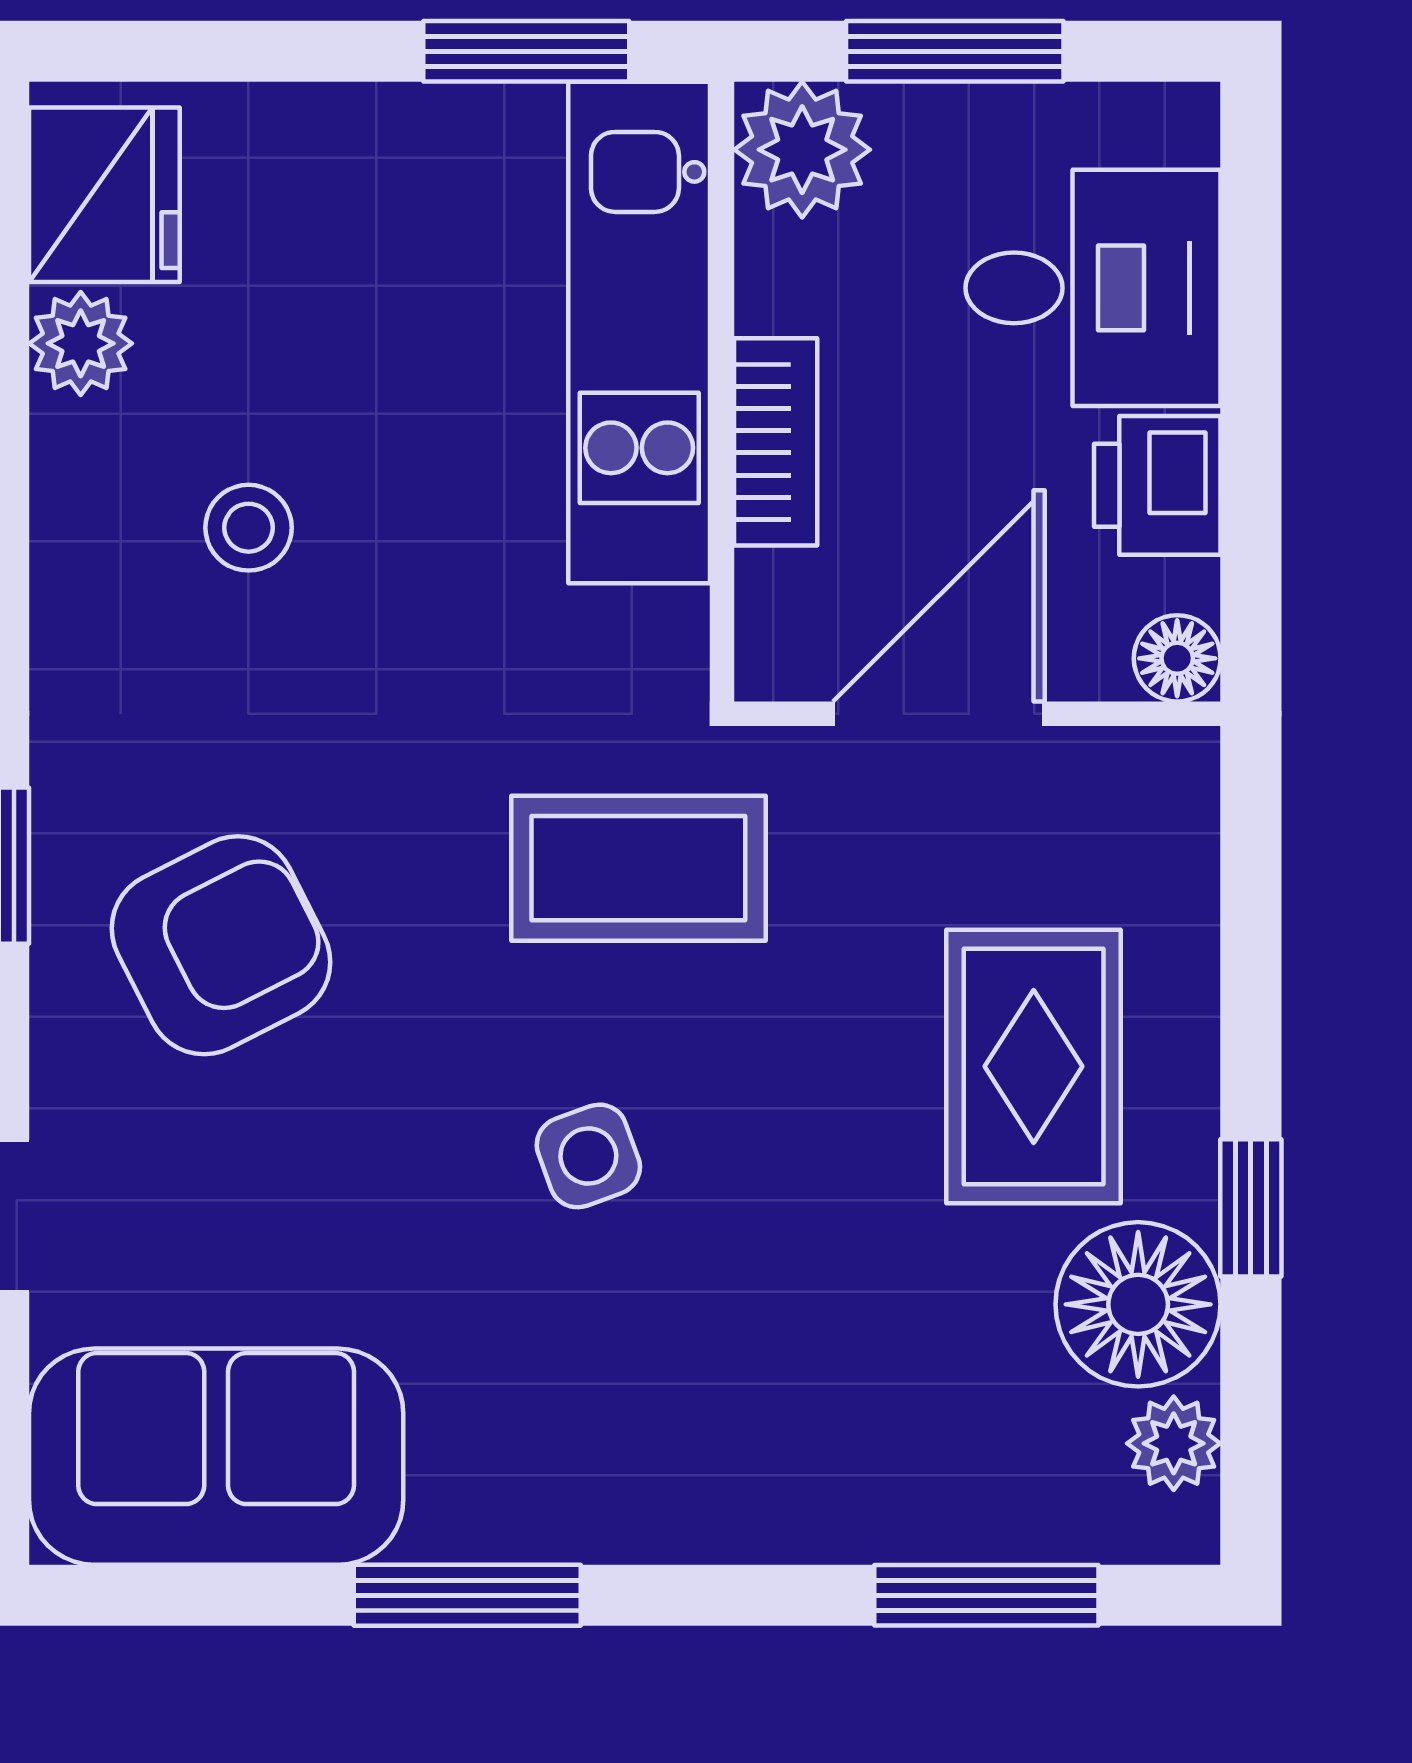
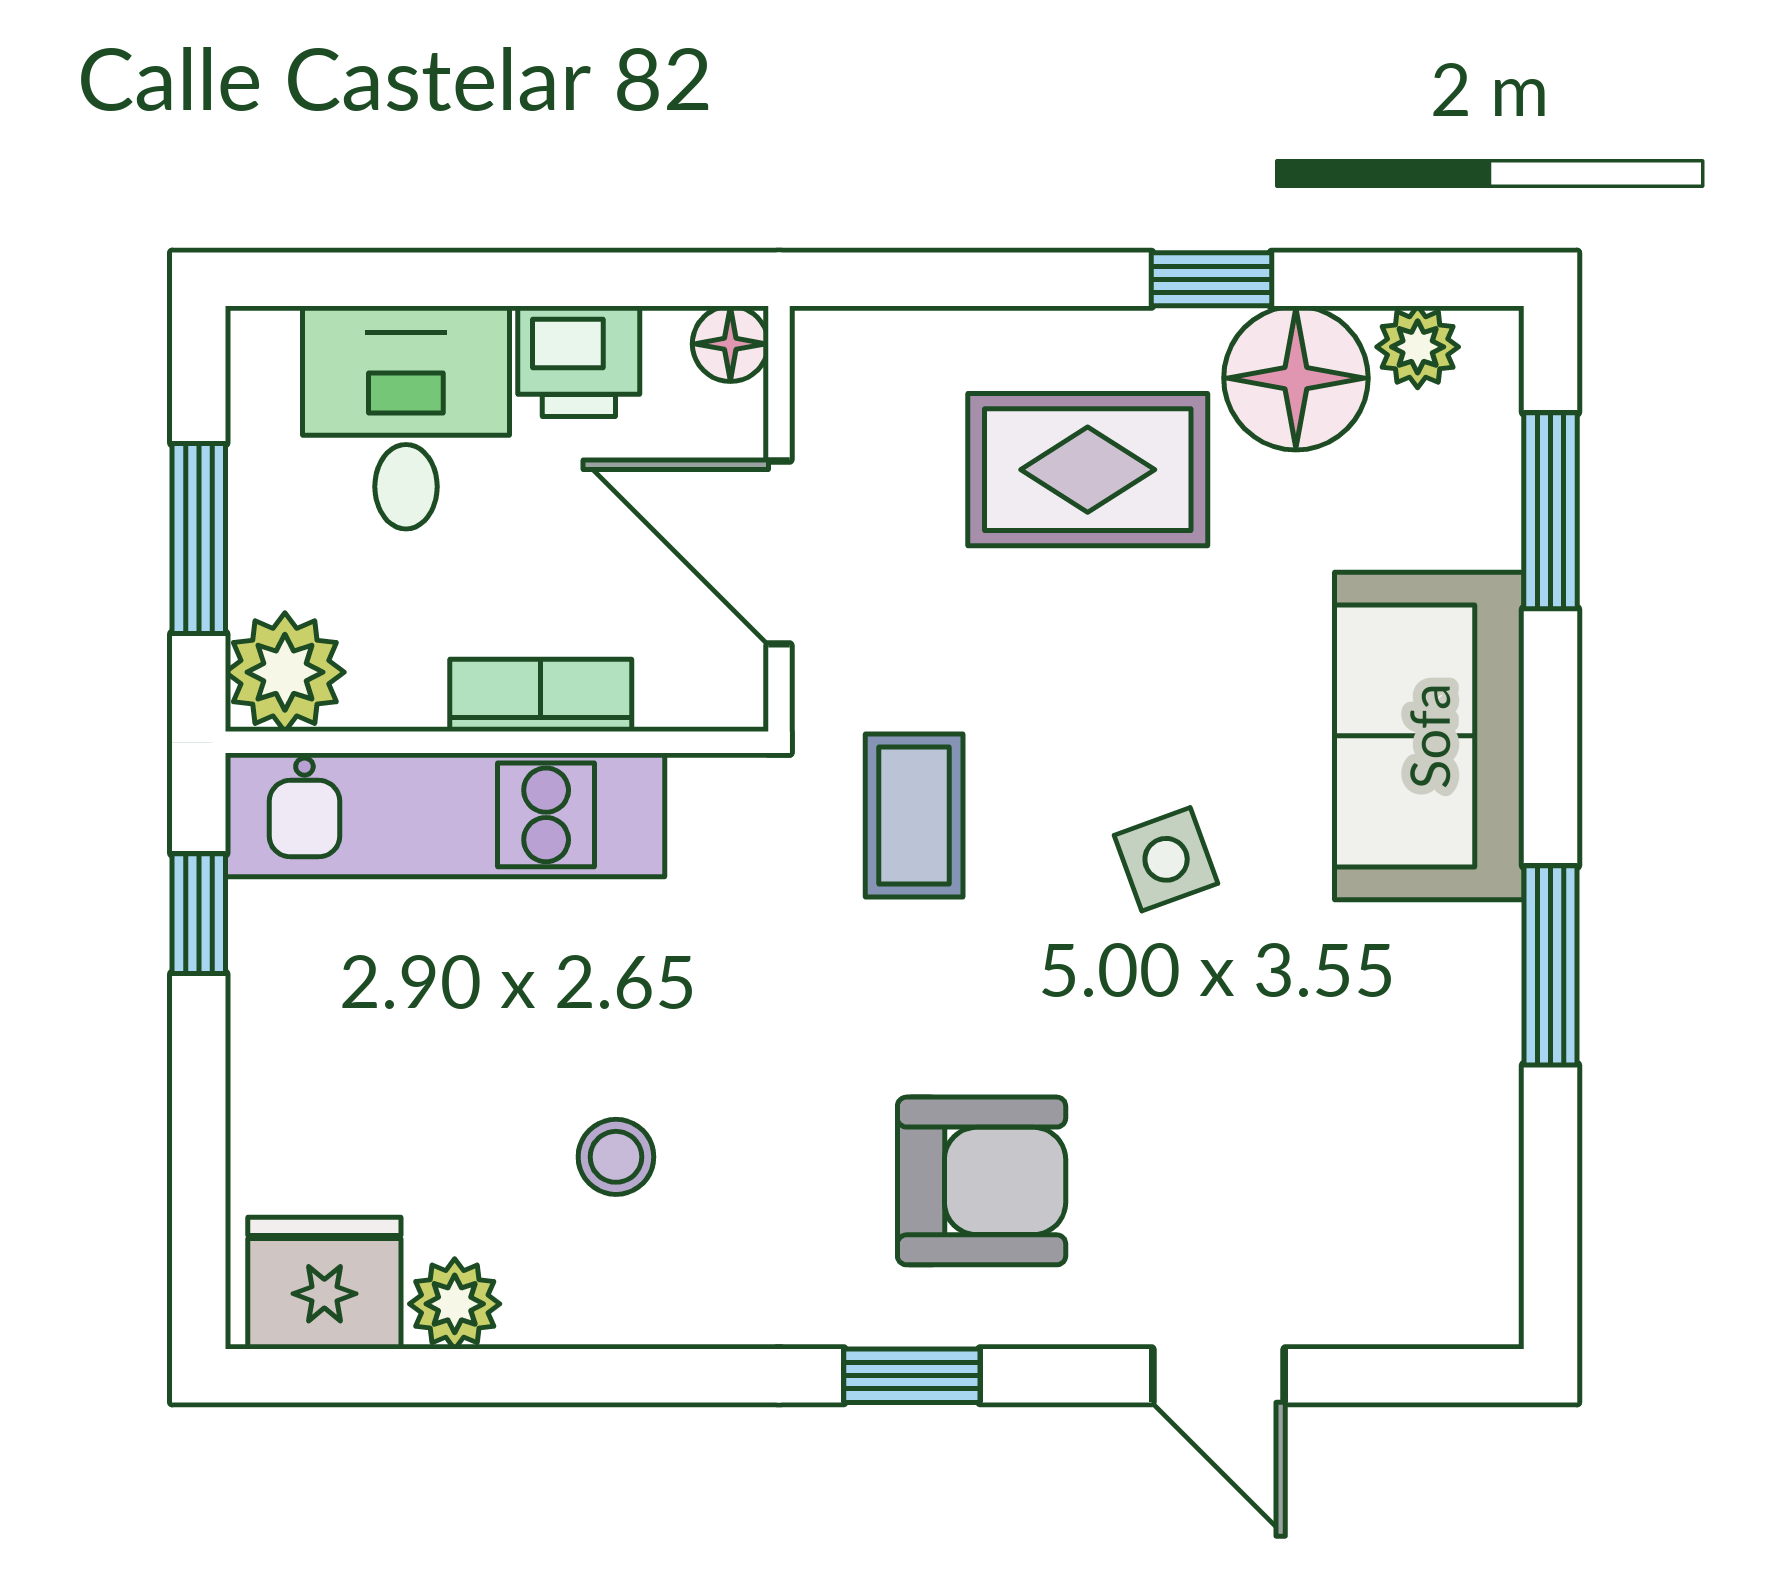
window: (526, 51) -> (199, 914), width x0.67
coffee table: (638, 868) -> (914, 816), width x0.73, depth x0.77
armchair: (221, 945) -> (982, 1181), turned 117
sofa: (216, 1457) -> (1429, 736), moved

